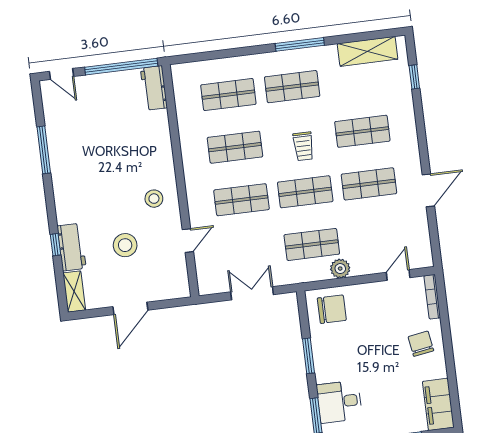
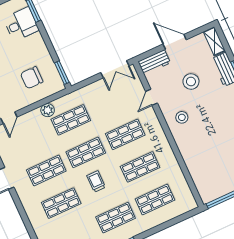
workbench: (154, 88) -> (154, 62), moved, turned 90
double door: (252, 293) -> (115, 69), moved
door: (130, 308) -> (175, 42), hinge flipped
chair: (332, 309) -> (32, 78), moved
window: (309, 356) -> (62, 73), moved

